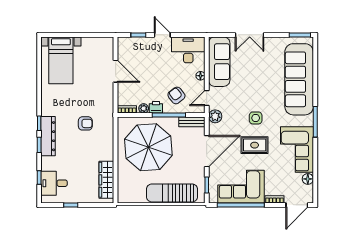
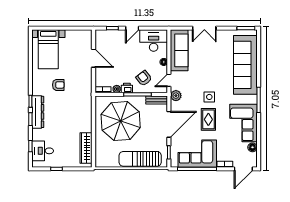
door: (162, 35) -> (132, 28), swing flipped
armchair: (85, 123) -> (58, 85), moved
rug: (255, 145) -> (208, 119), turned 90

